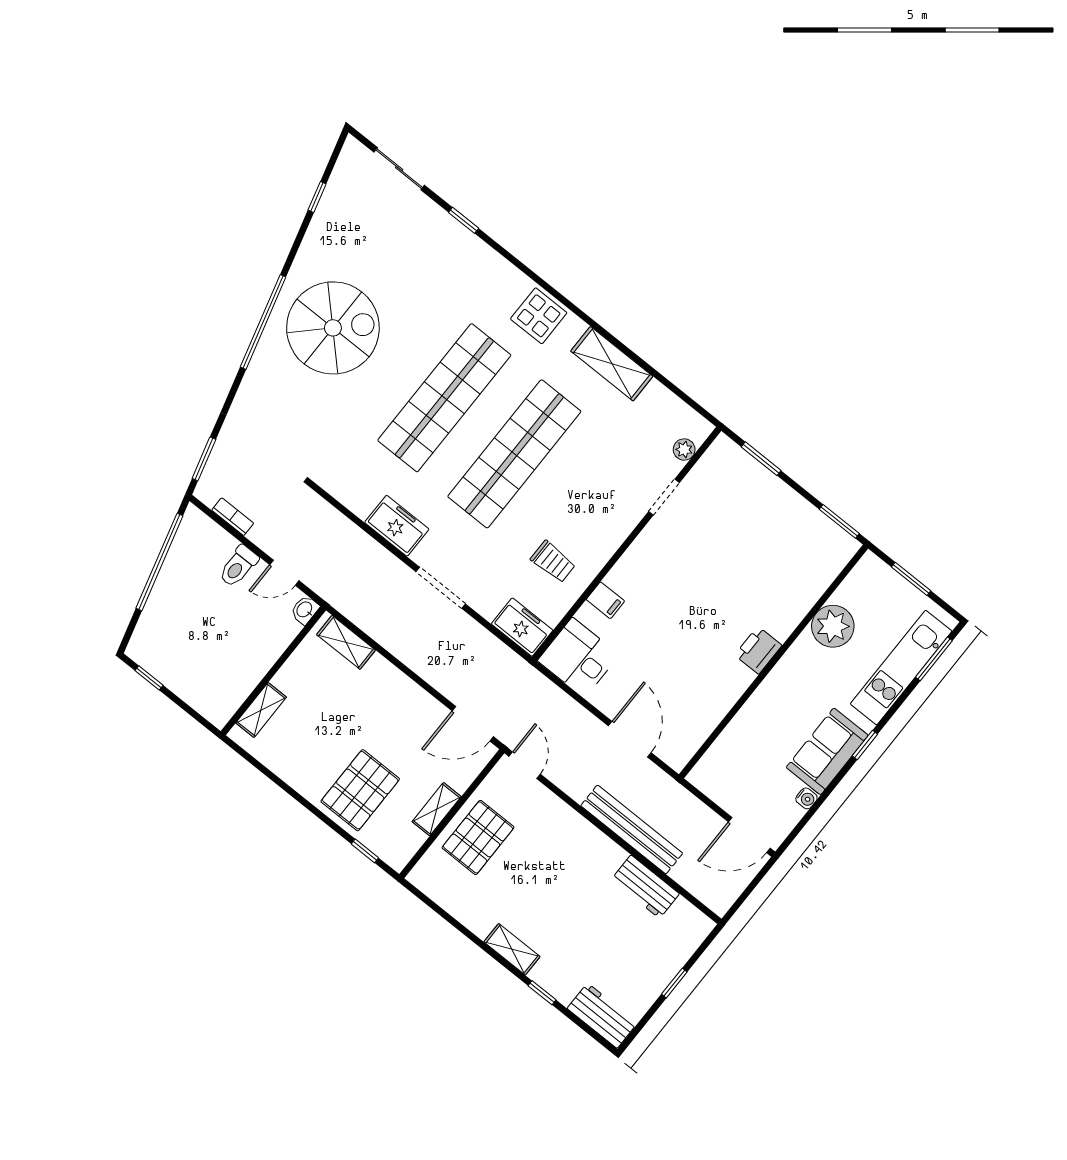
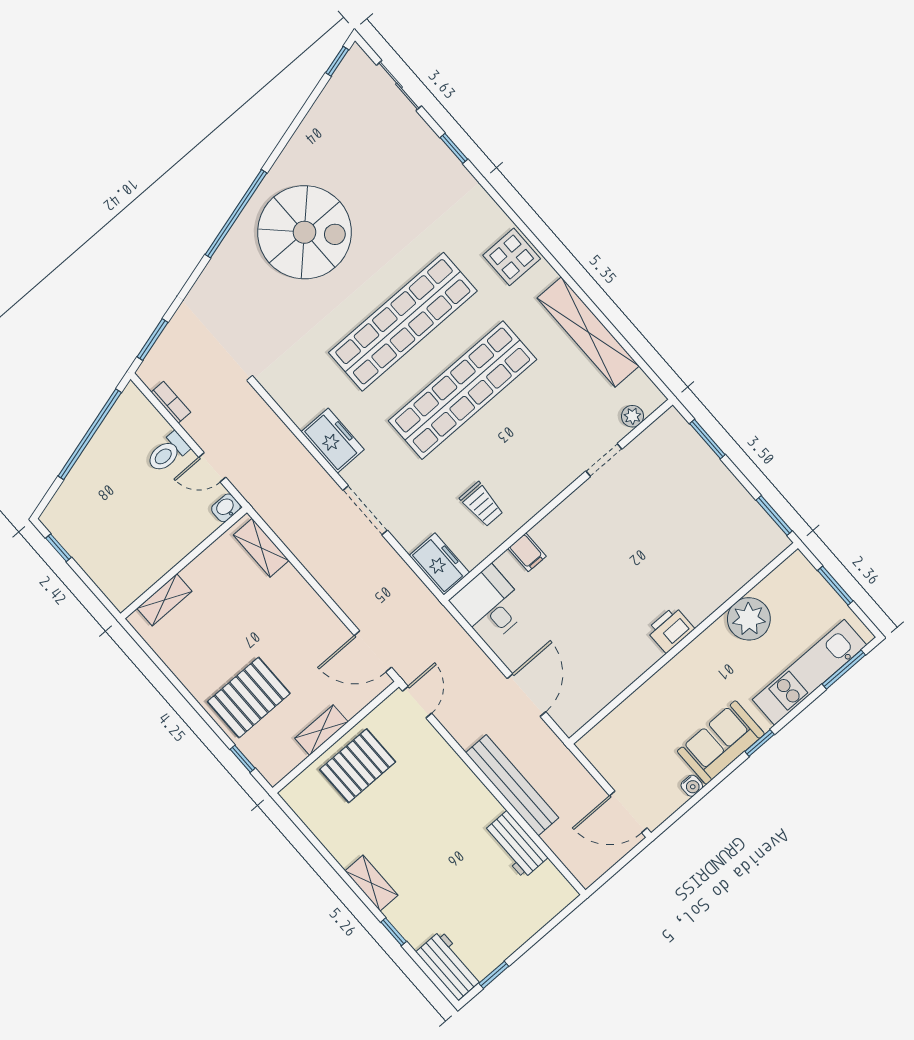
window: (317, 197) -> (337, 61), moved
shelving: (612, 364) -> (588, 332), width x1.47
window: (674, 983) -> (494, 975), moved

